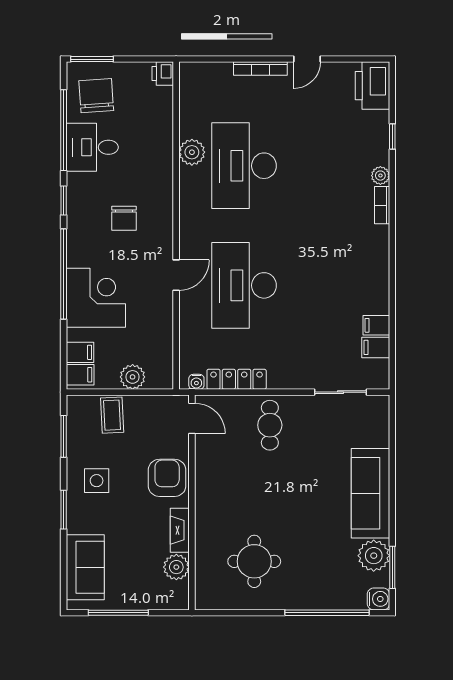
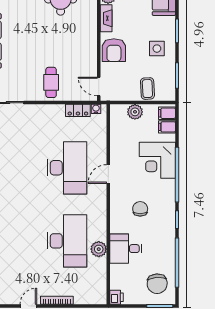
desk: (92, 147) -> (126, 249), moved, turned 180
locker: (237, 379) -> (78, 110), width x0.66

